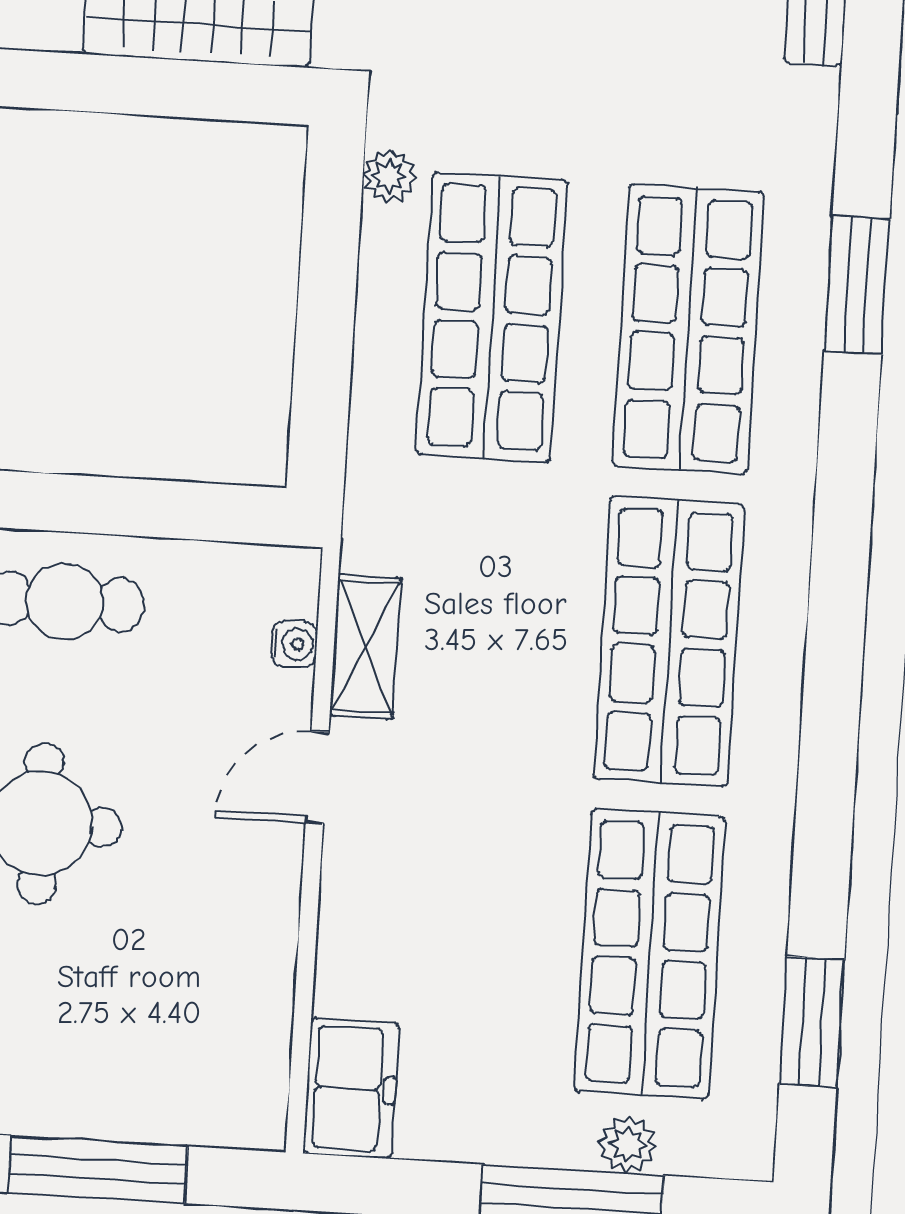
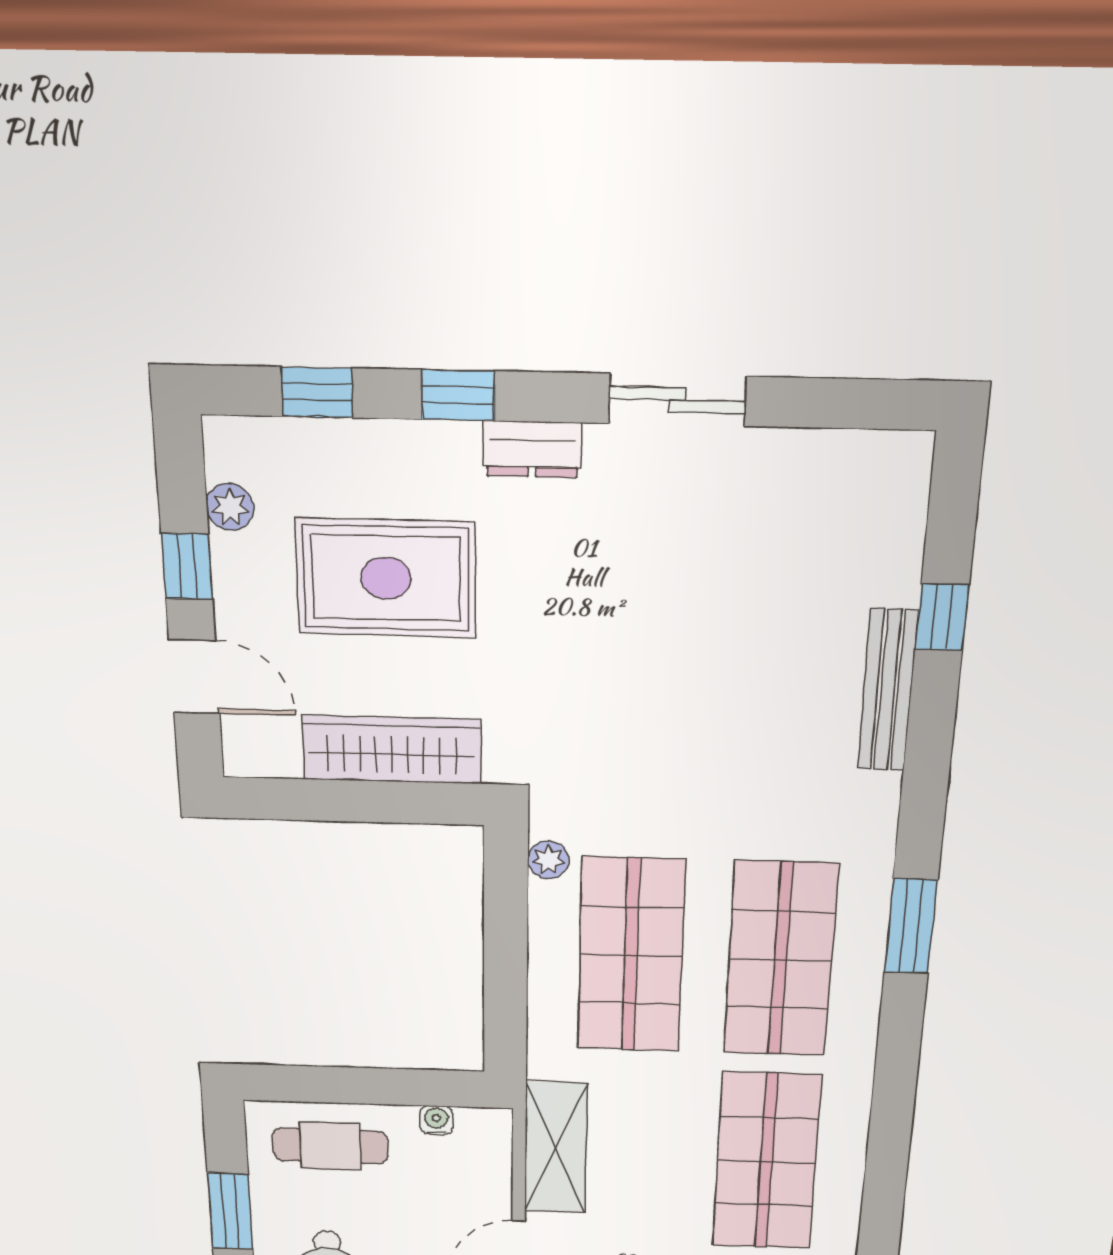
water cooler: (294, 644) -> (436, 1120), moved, turned -90
shelving: (365, 647) -> (556, 1148), width x1.50, depth x1.33

